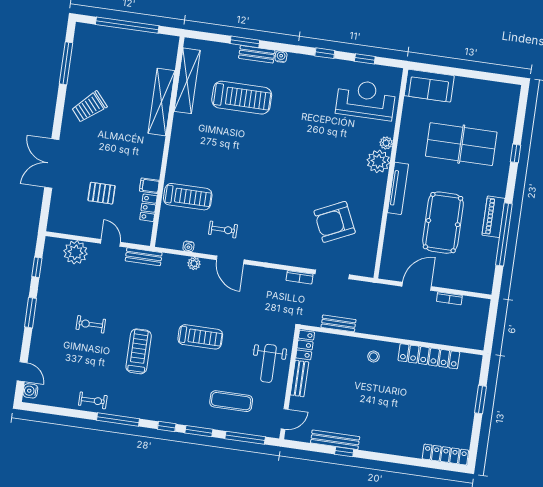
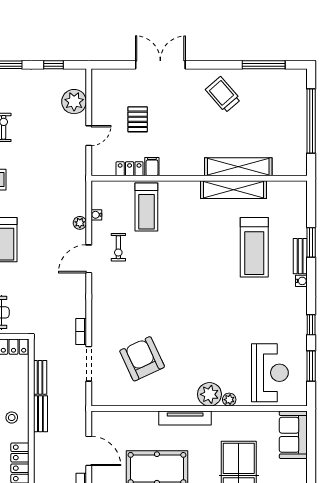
window: (365, 59) -> (311, 366), width x1.50
shelving: (187, 81) -> (234, 190), moved
bench: (144, 257) -> (40, 414), moved

